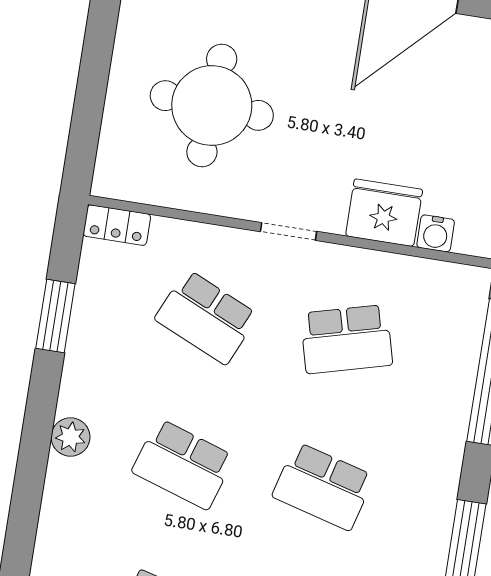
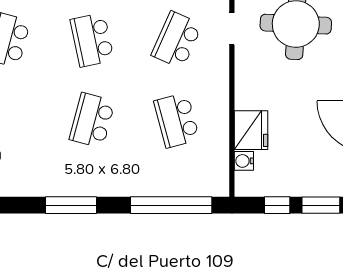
doorway: (289, 232) -> (232, 29), moved
school desk: (183, 464) -> (92, 40), turned -30

